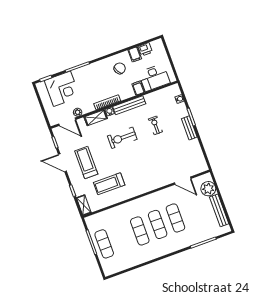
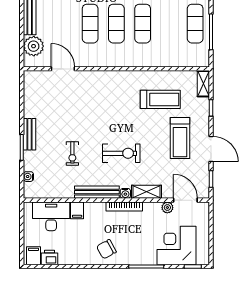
filing cabinet: (135, 54) -> (33, 256), moved
chair: (120, 68) -> (106, 249), moved

